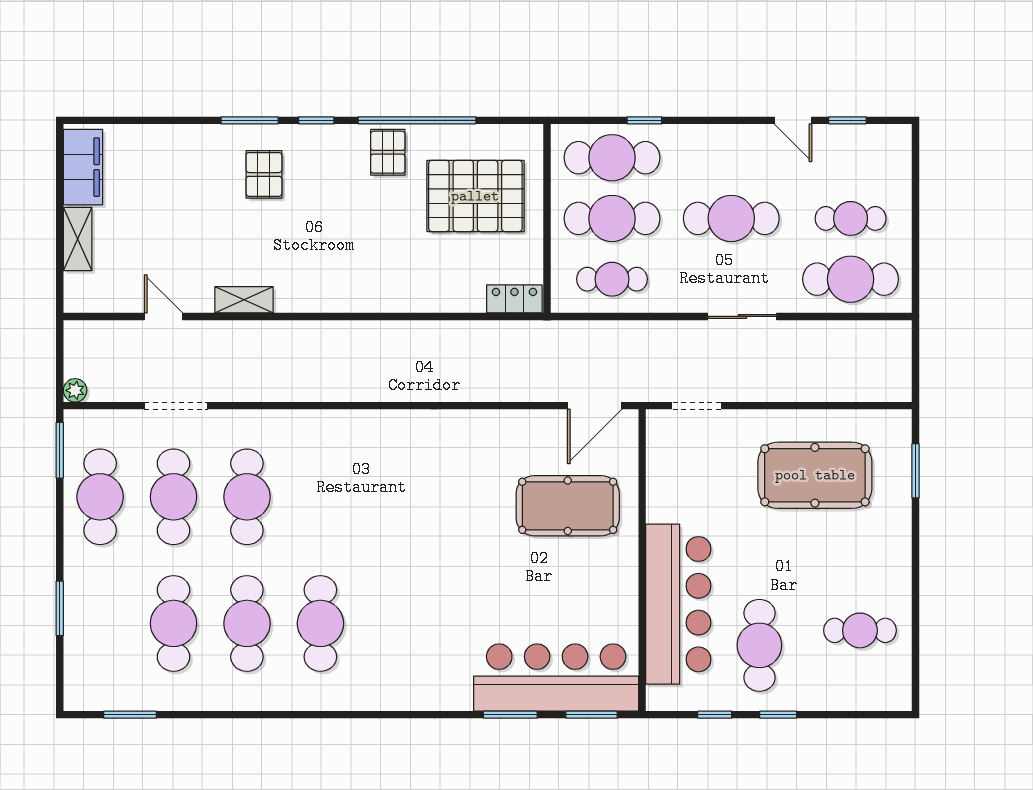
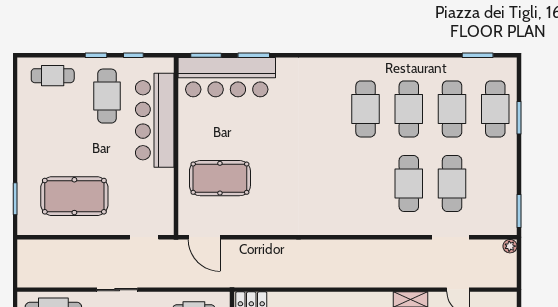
door: (595, 406) -> (204, 237), swing flipped
cafe table: (100, 497) -> (495, 109), moved
cafe table: (860, 630) -> (53, 76), moved

